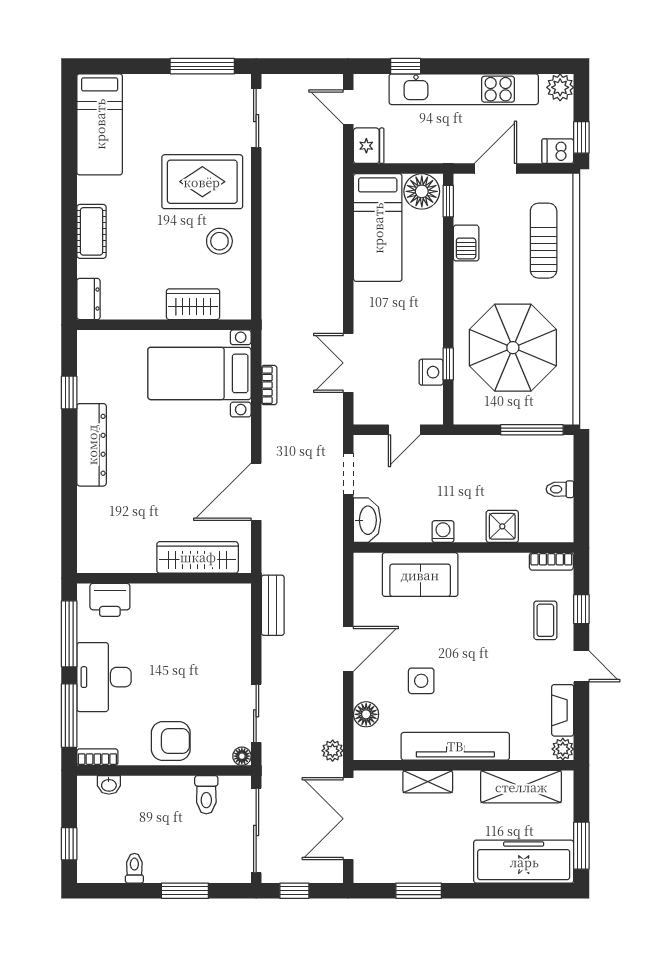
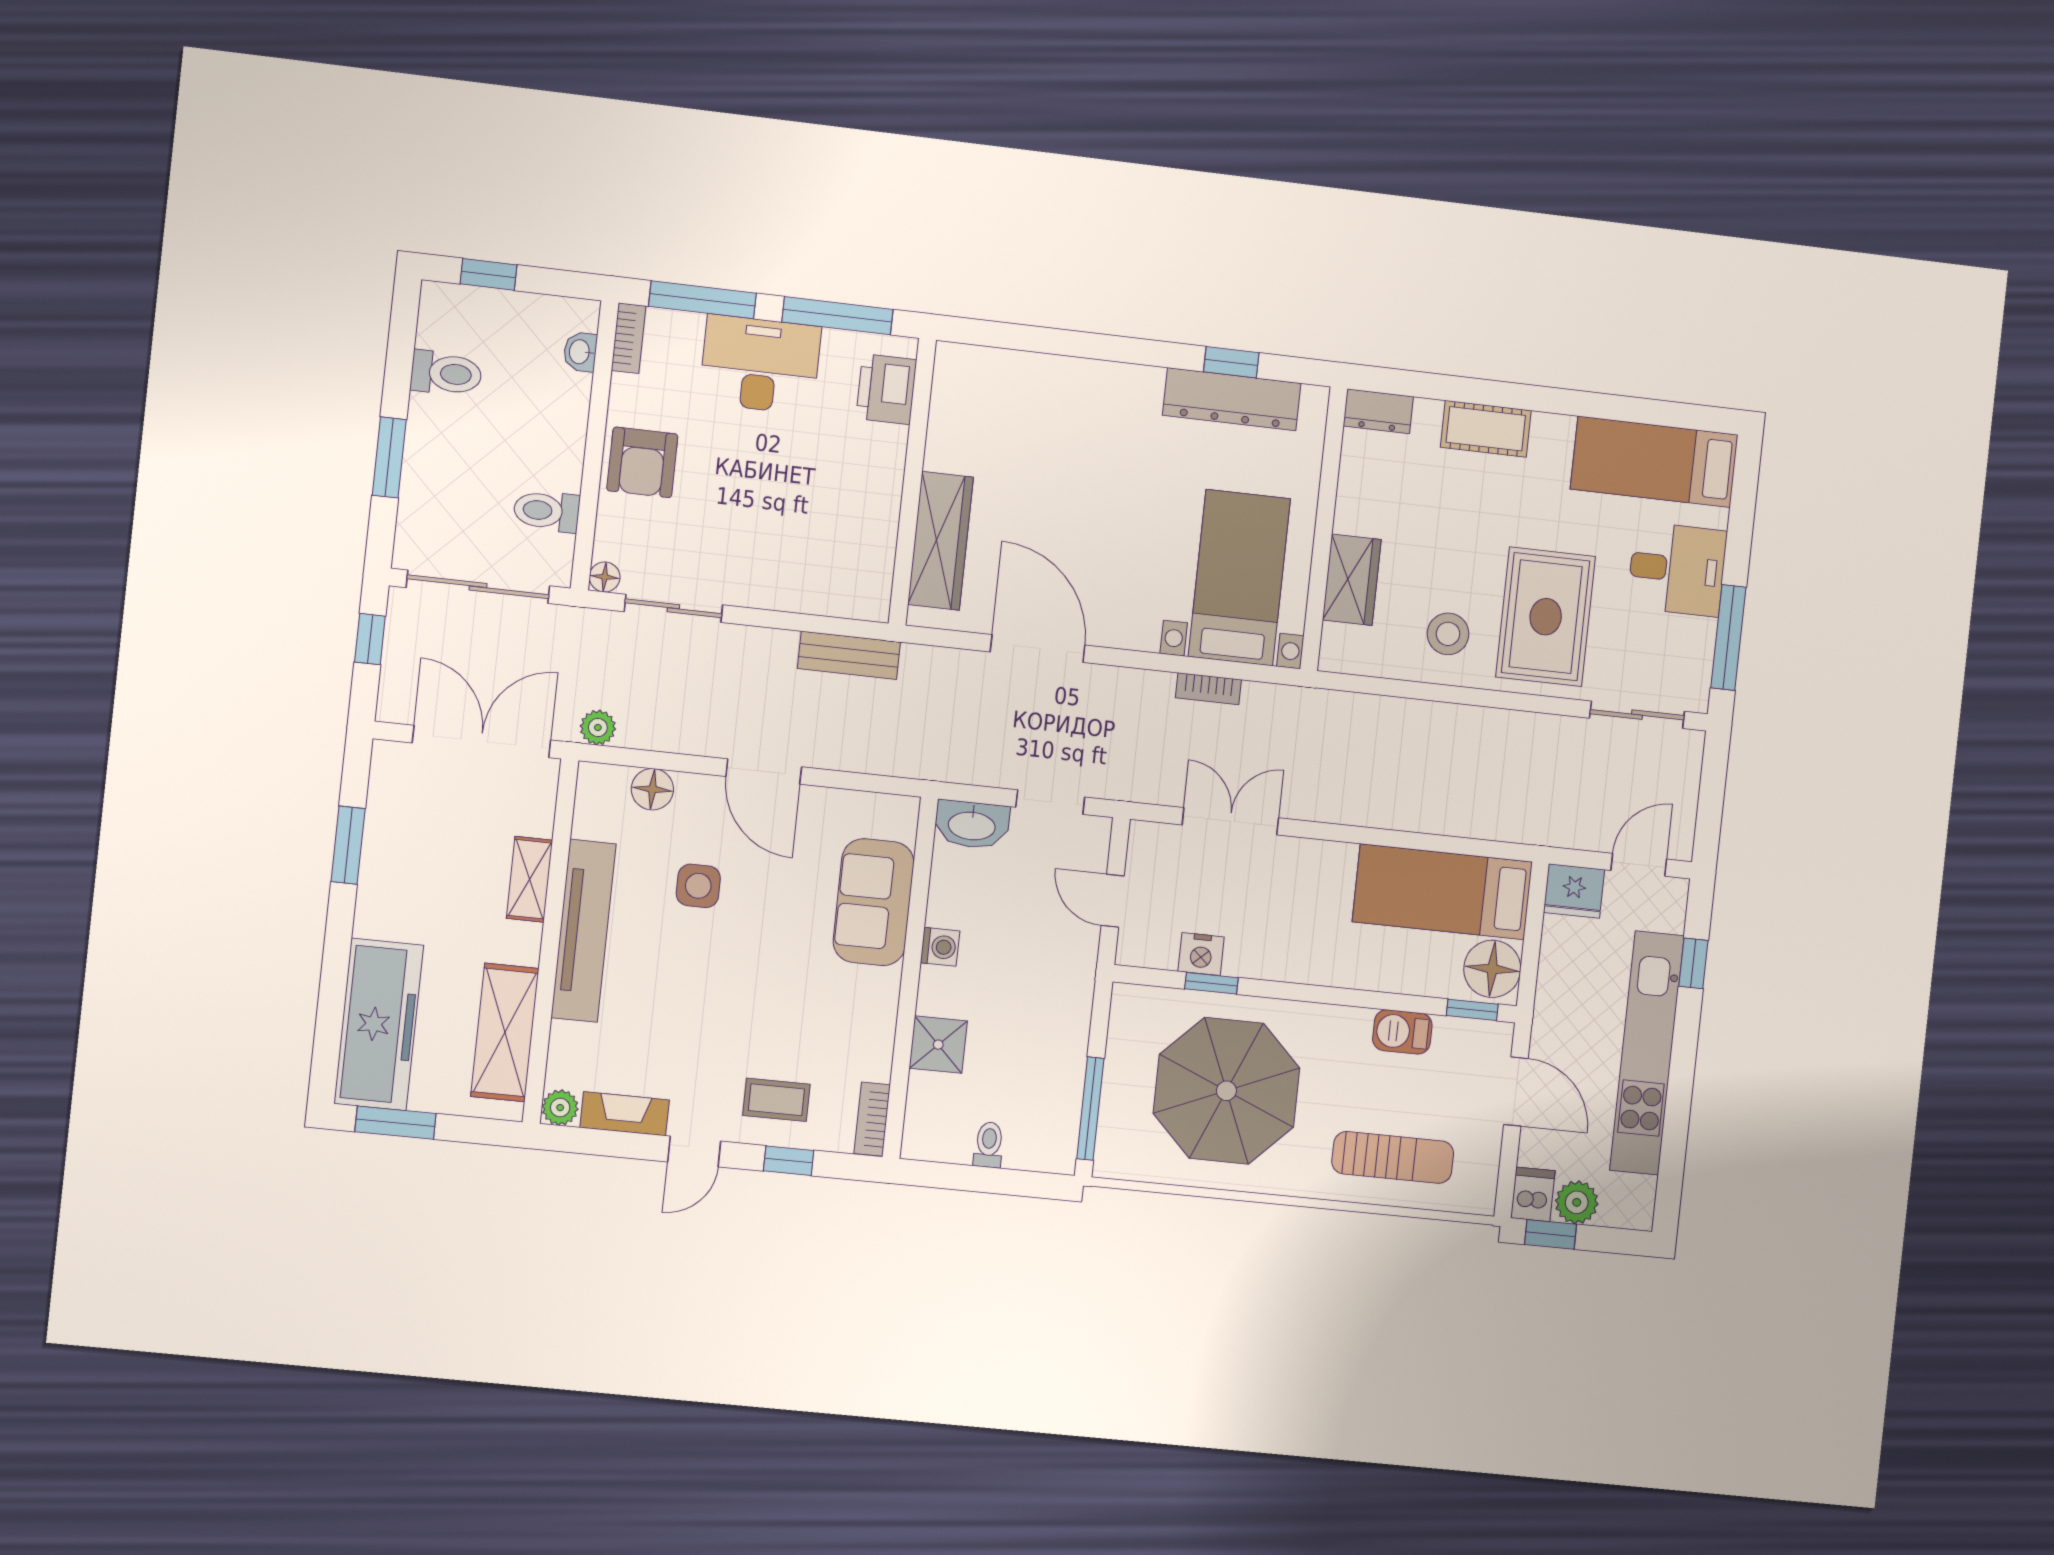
plant: (560, 87) -> (1577, 1202), moved
desk: (164, 103) -> (1677, 569), added
dresser: (92, 445) -> (1232, 399), moved
toilet: (134, 868) -> (446, 373), width x1.37, depth x1.39

